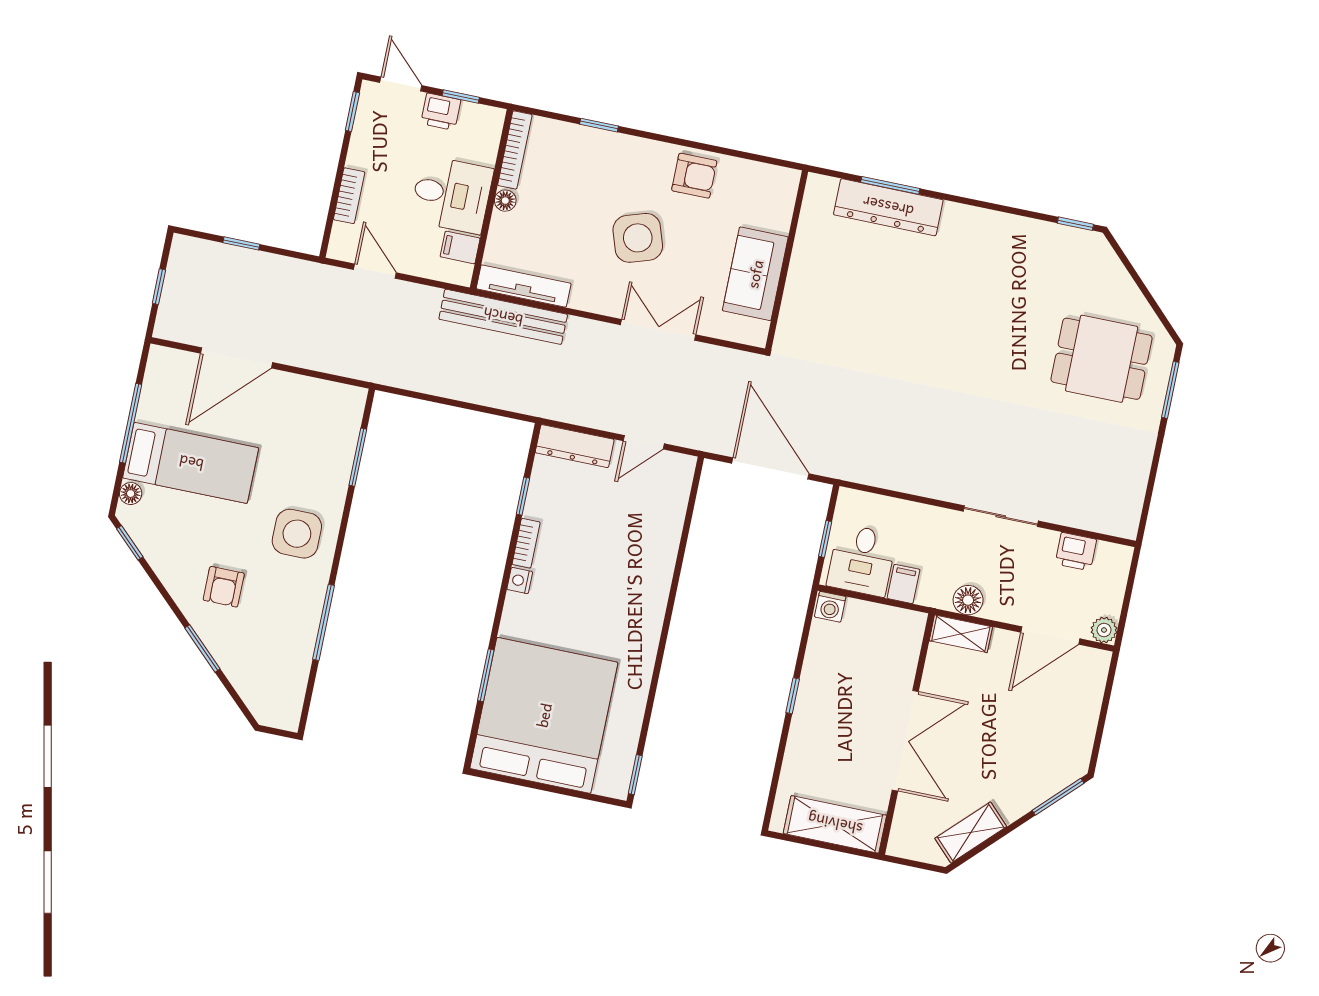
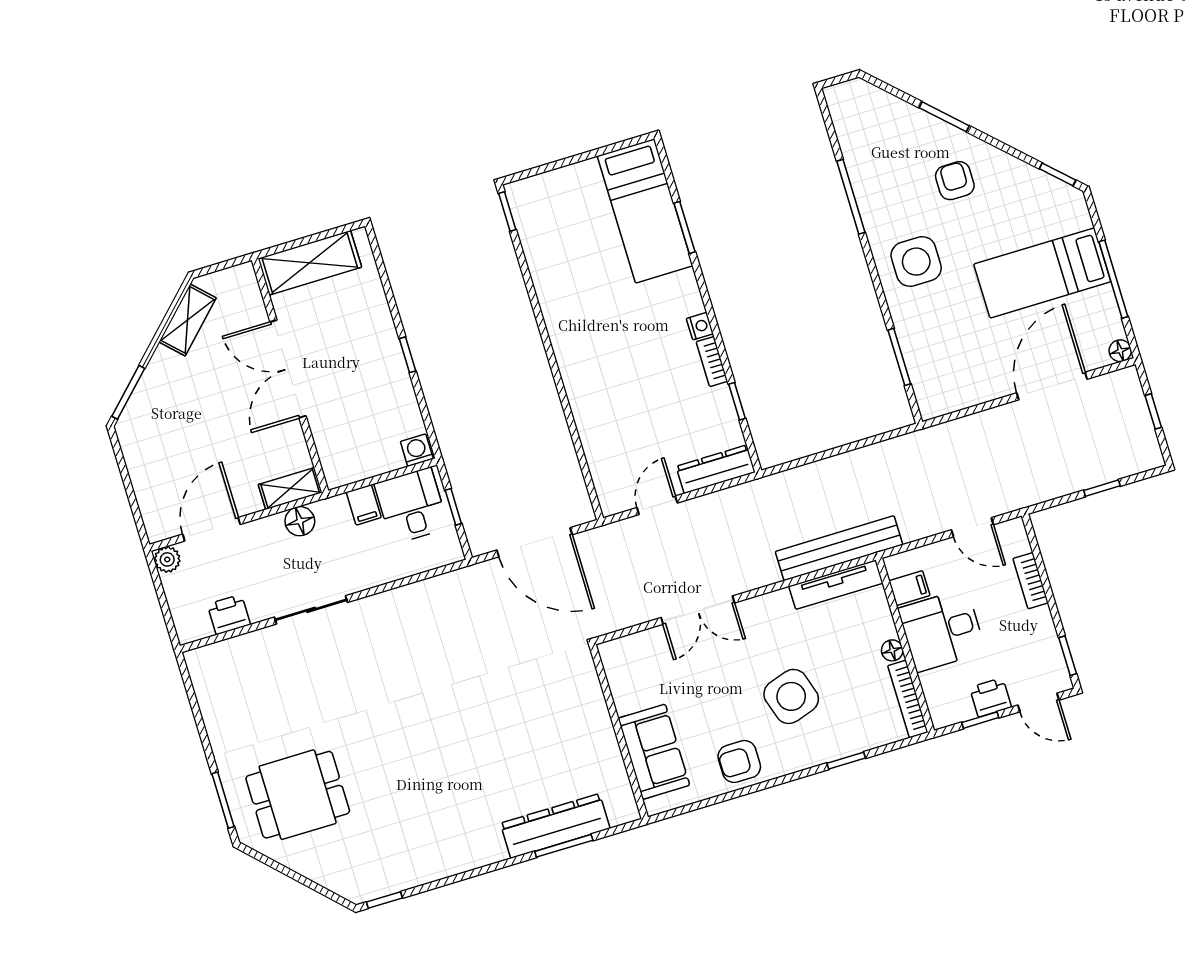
side table: (638, 238) -> (791, 696), moved
sofa: (755, 274) -> (654, 752), moved
floor lamp: (131, 494) -> (1120, 351), moved
bed: (544, 715) -> (645, 211), width x0.49

